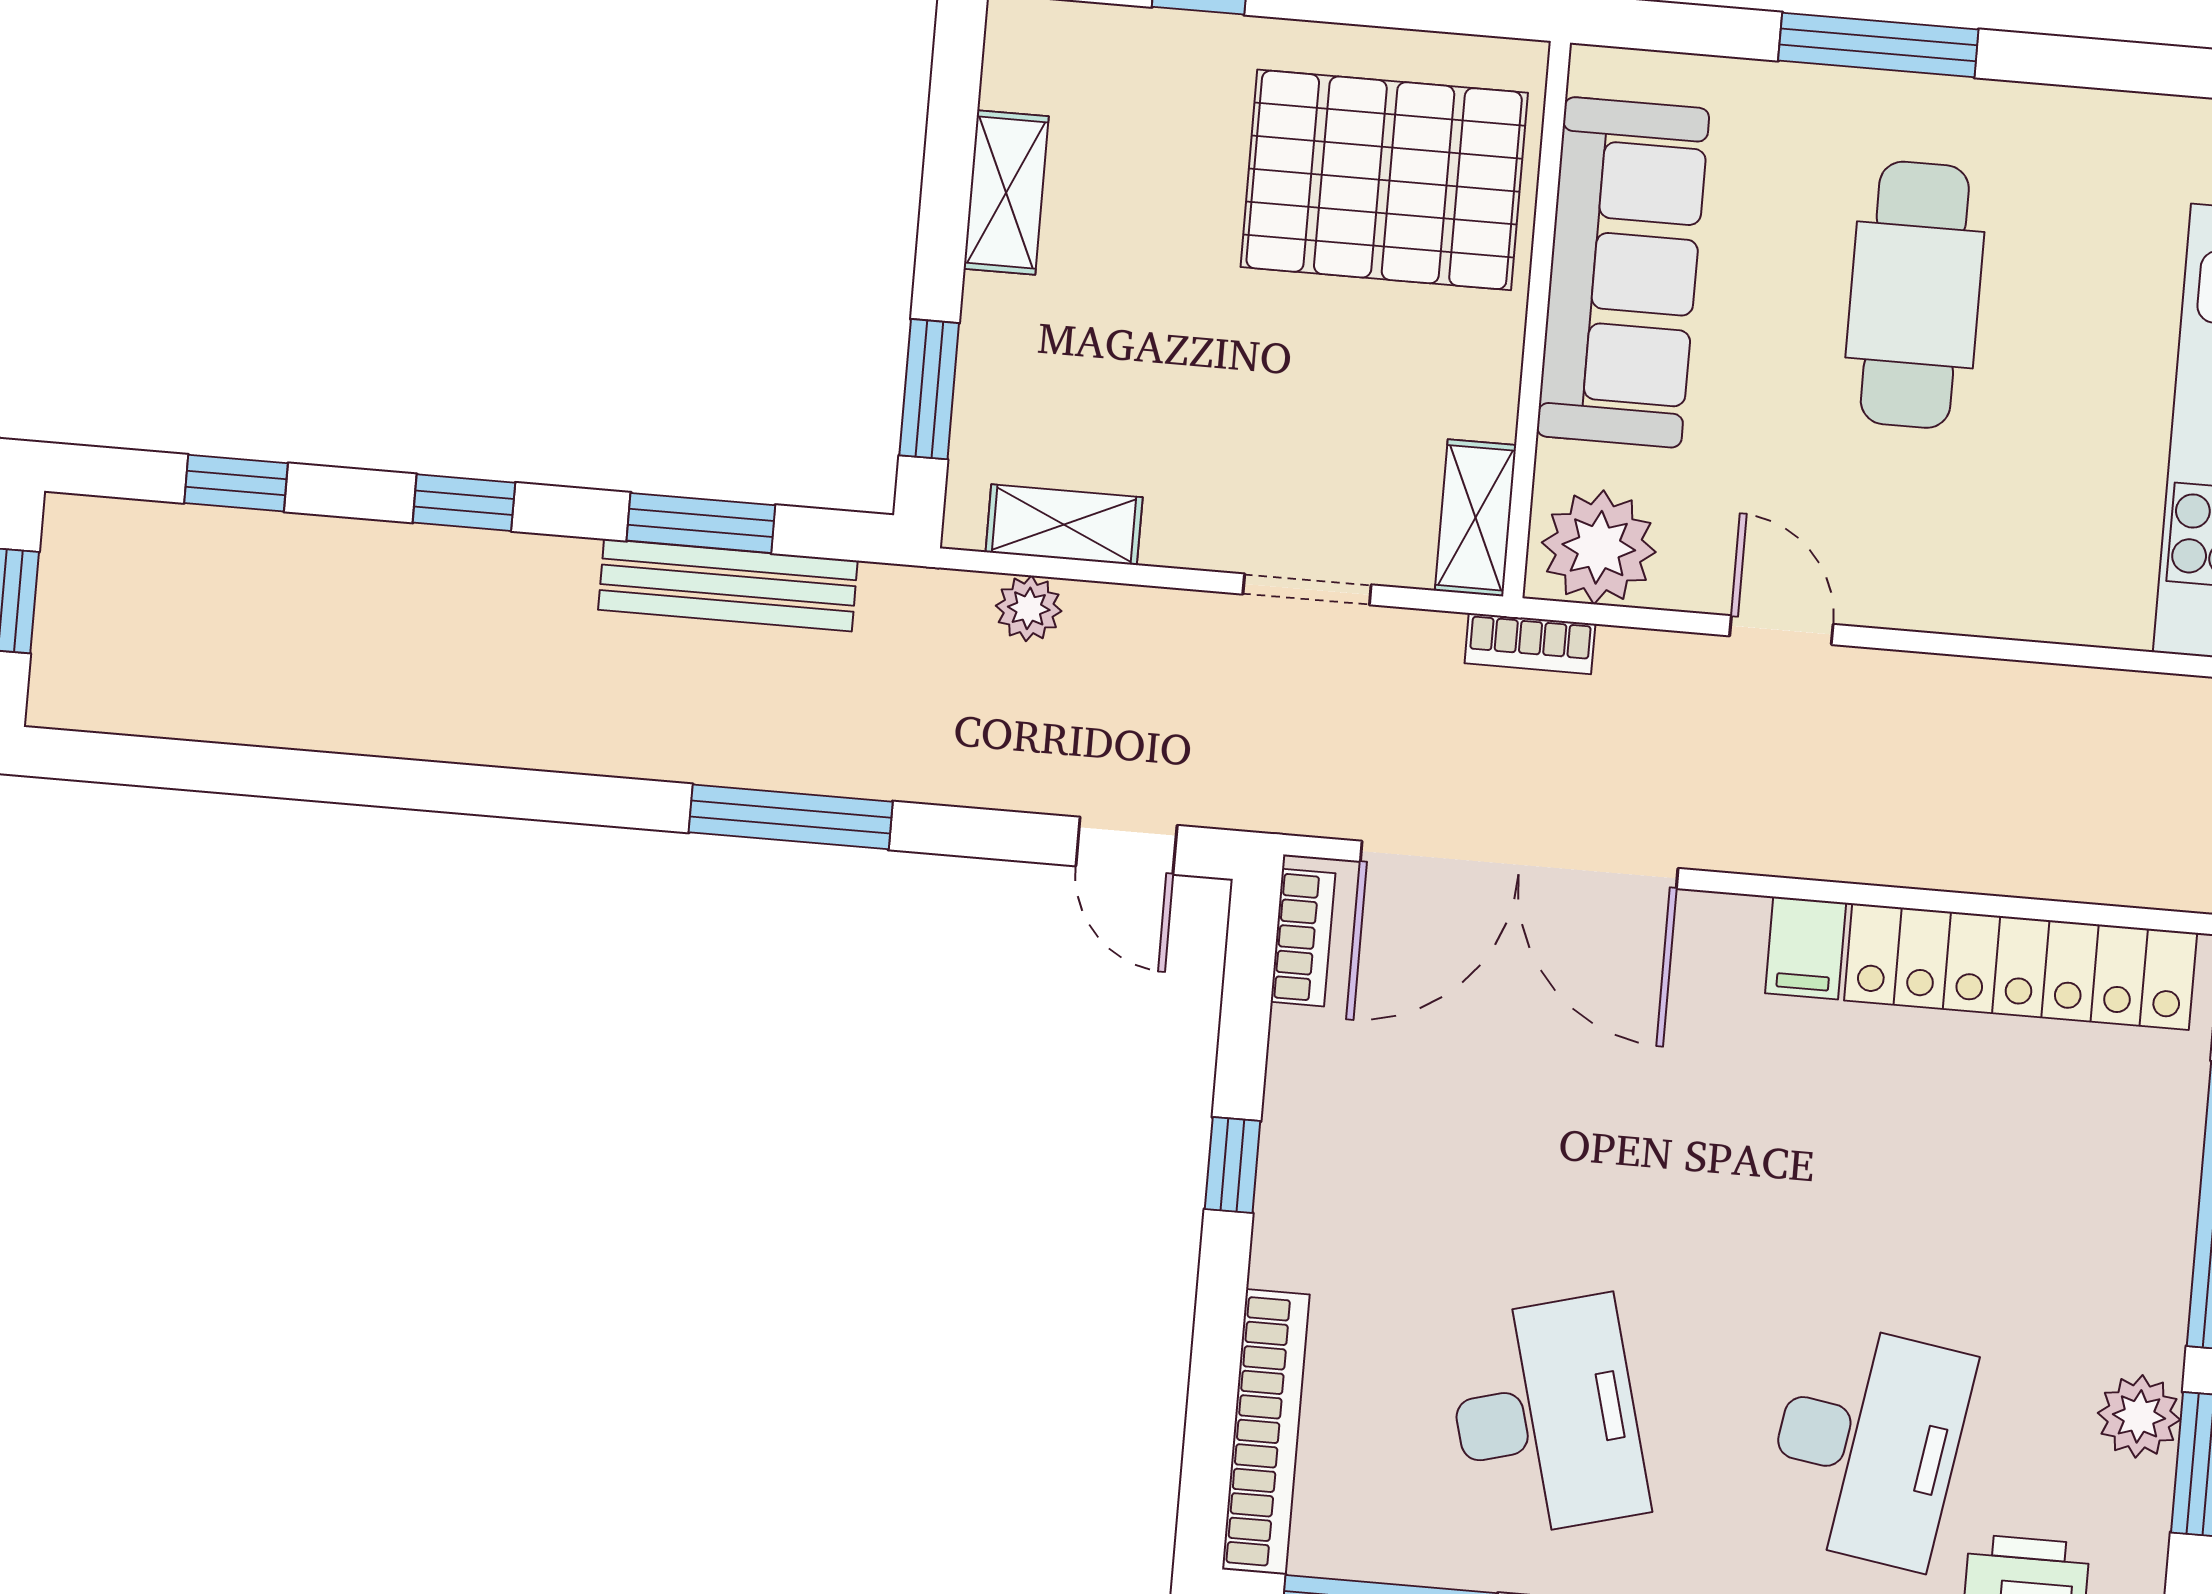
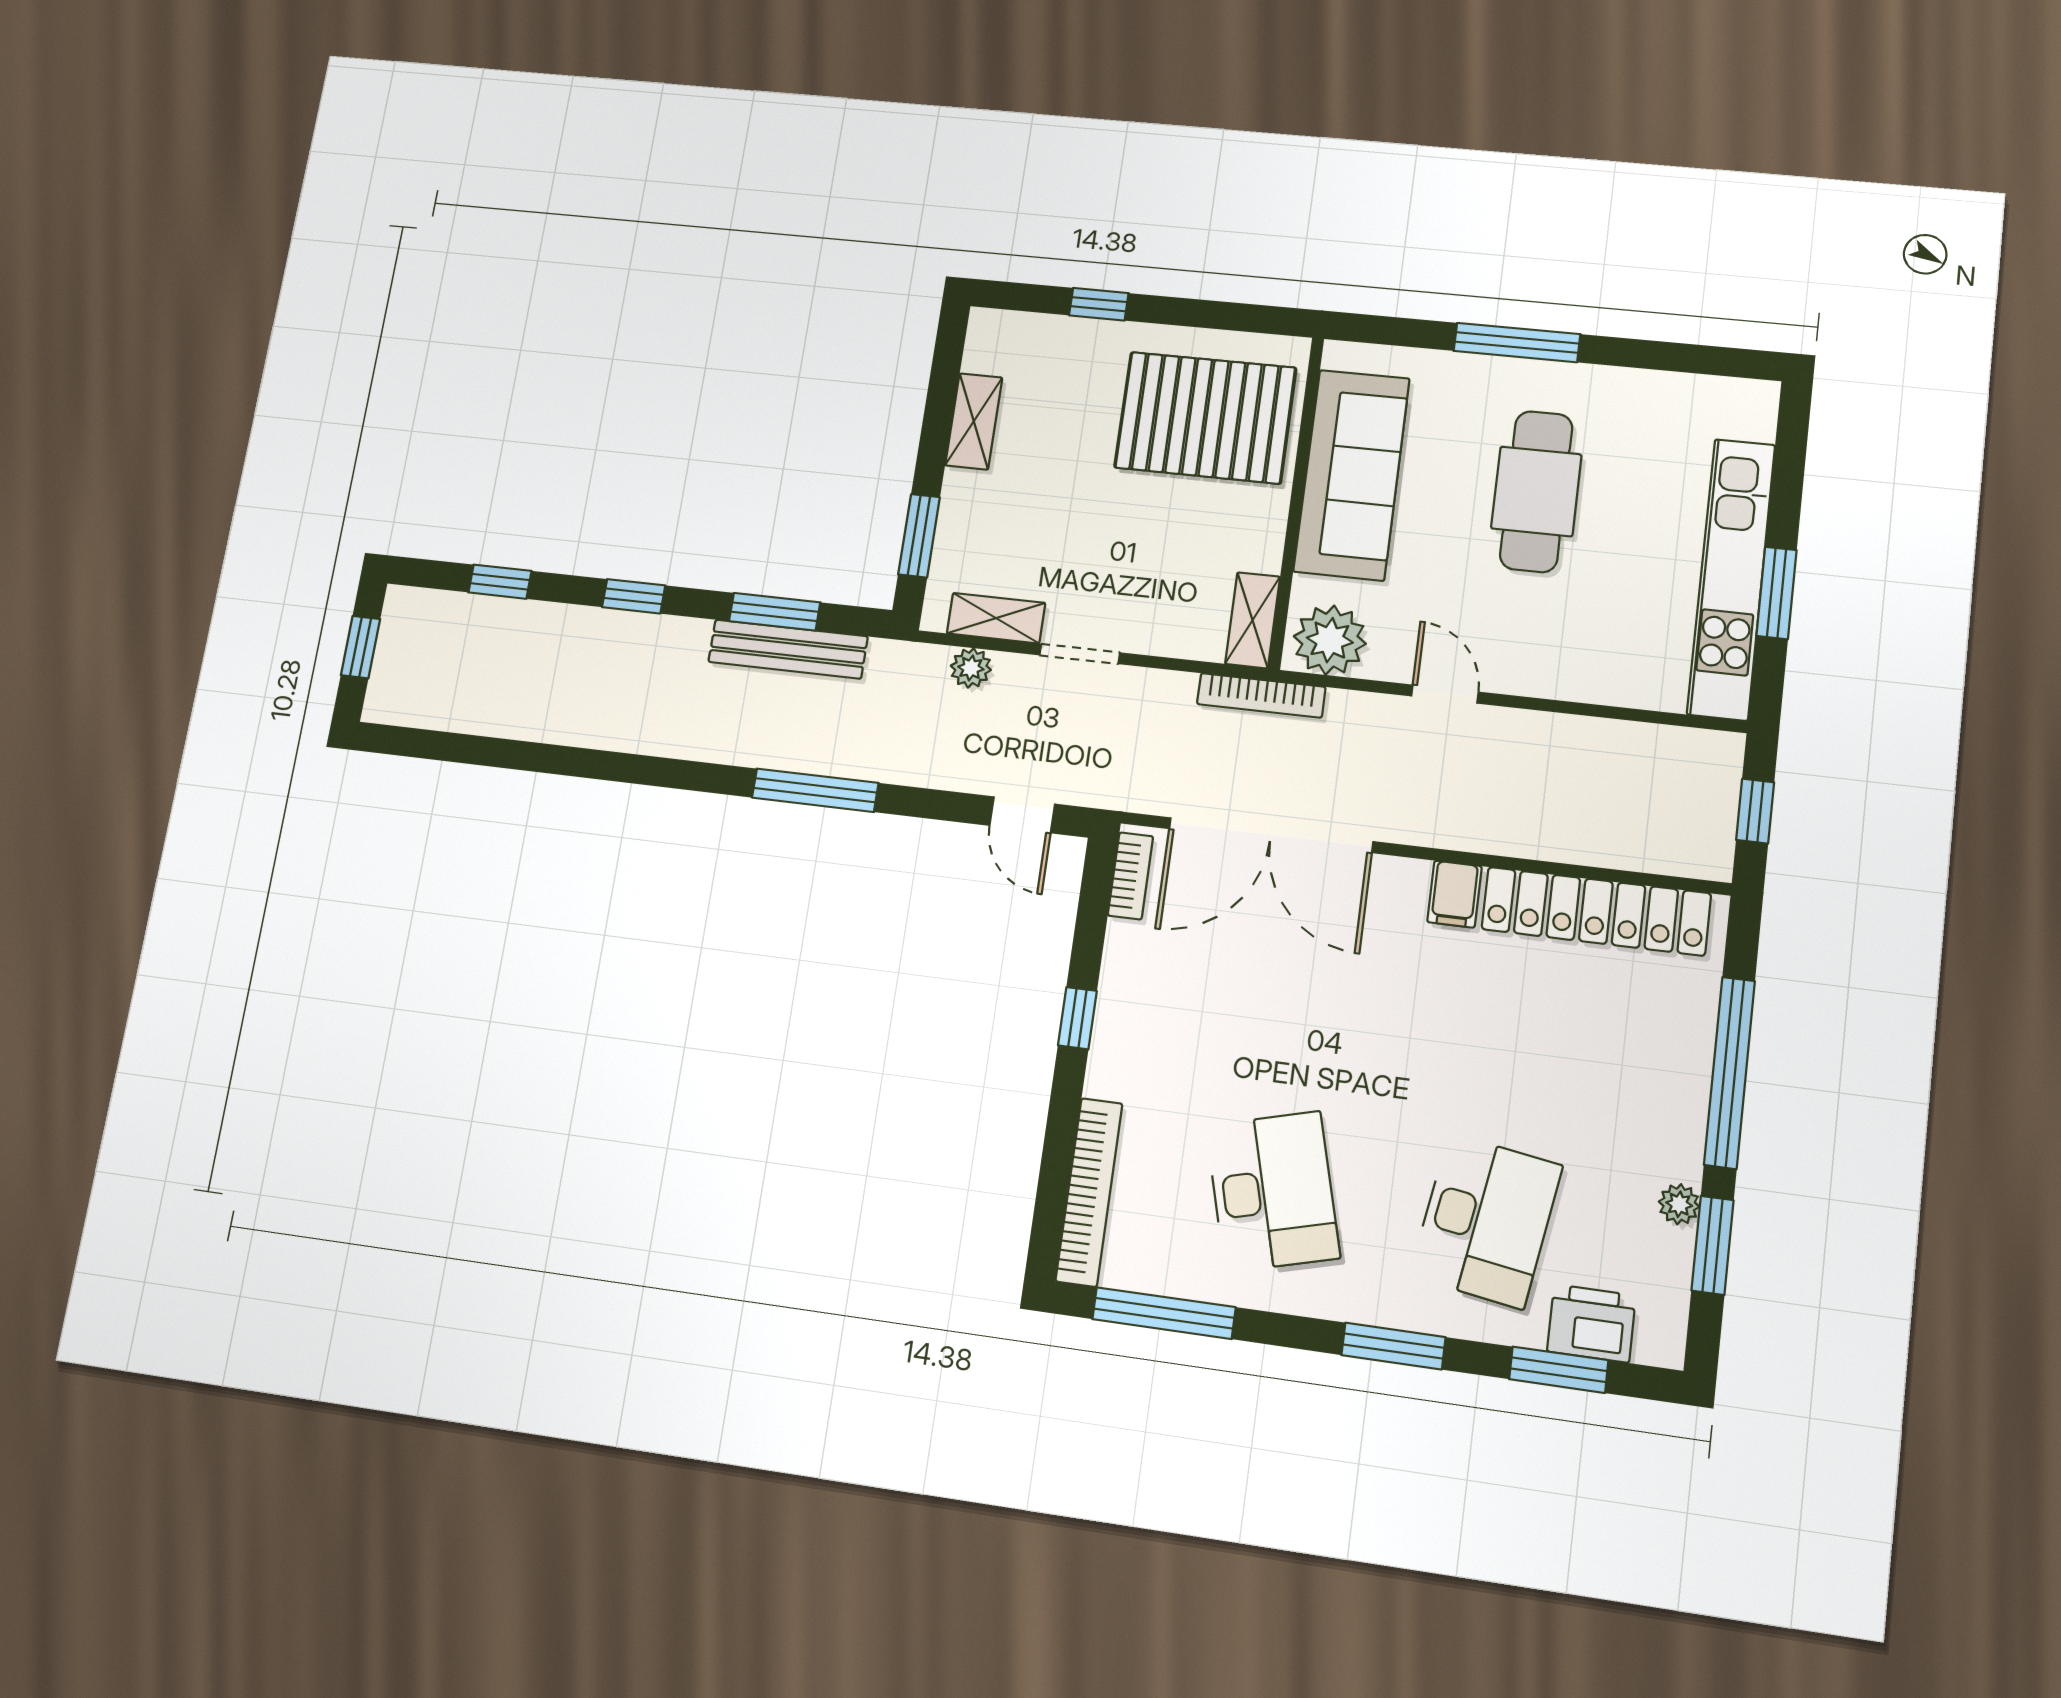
doorway: (1307, 589) -> (1080, 654), moved
bookcase: (1530, 644) -> (1261, 695), width x1.56
plant: (2139, 1416) -> (1679, 1204), width x0.73, depth x0.73

